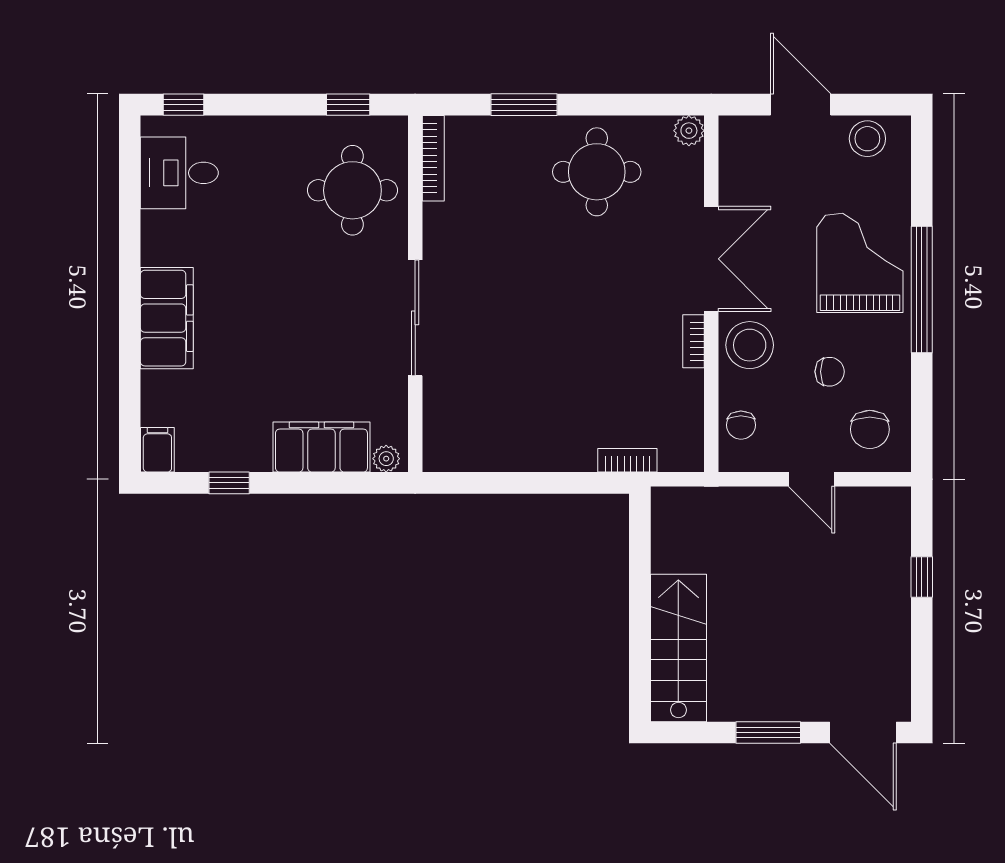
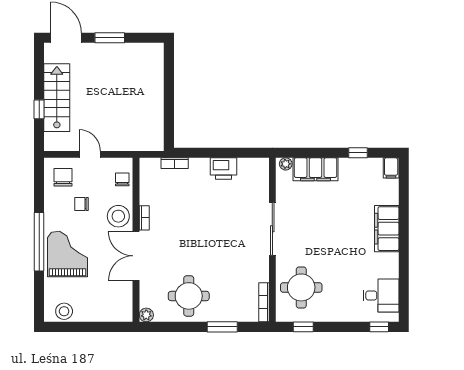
door: (801, 105) -> (95, 327), removed
grand piano: (860, 263) -> (68, 254), turned 180
printer: (521, 449) -> (223, 169), added
stairs: (678, 648) -> (57, 98), moved, turned 180

